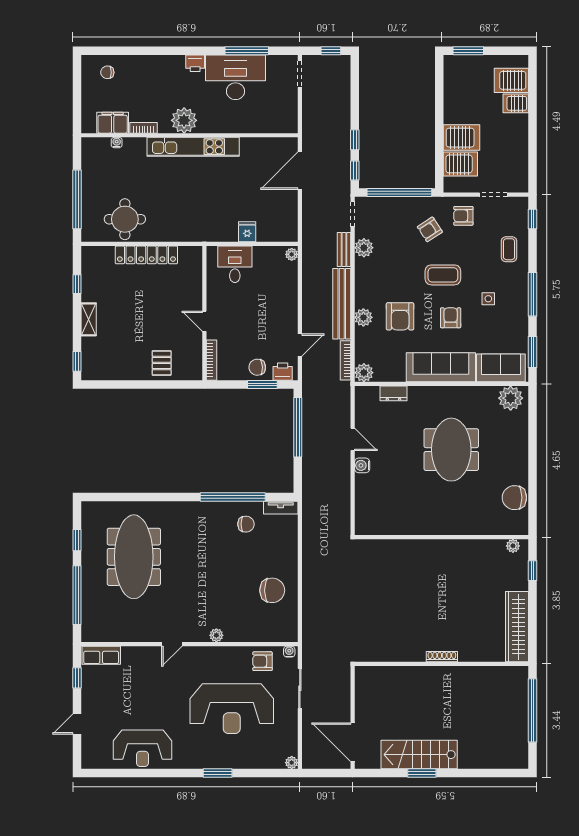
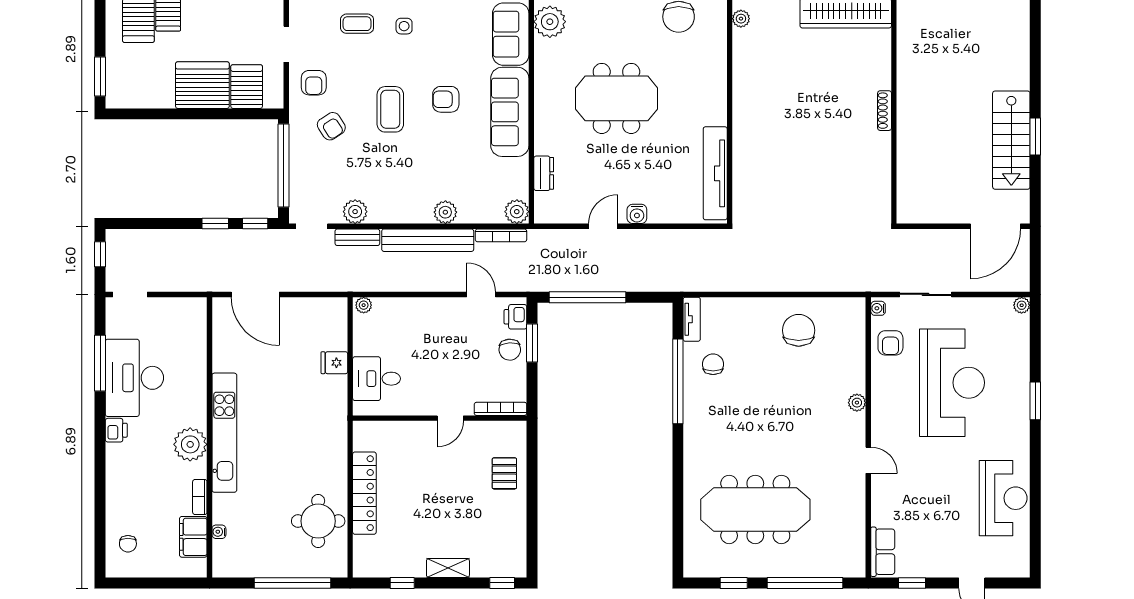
server rack: (462, 138) -> (202, 85), width x1.60
side table: (488, 299) -> (404, 26), moved
armchair: (400, 316) -> (444, 165), removed
pallet: (162, 363) -> (504, 473), turned 90
tv unit: (393, 526) -> (715, 173), added

